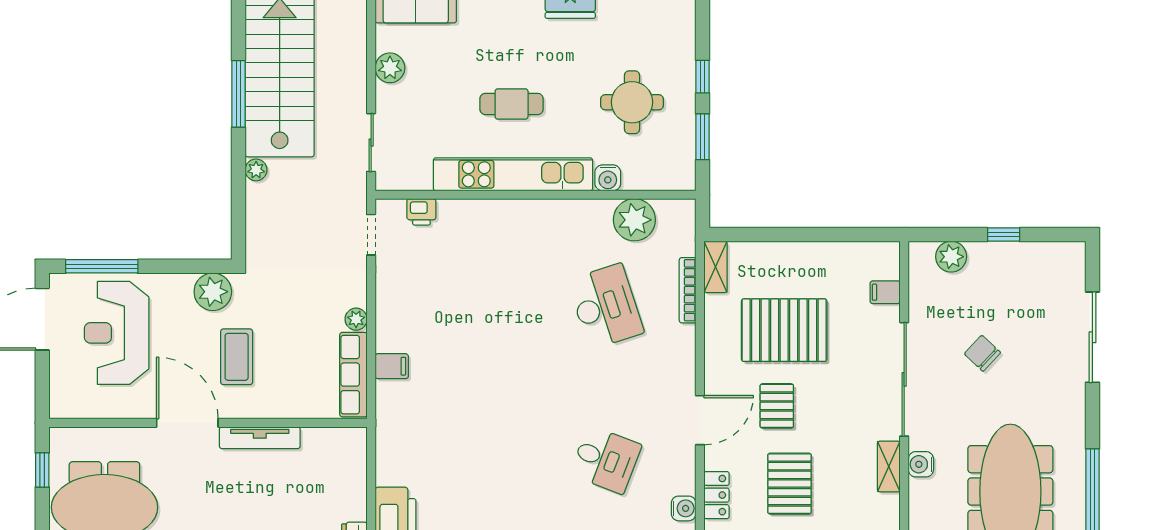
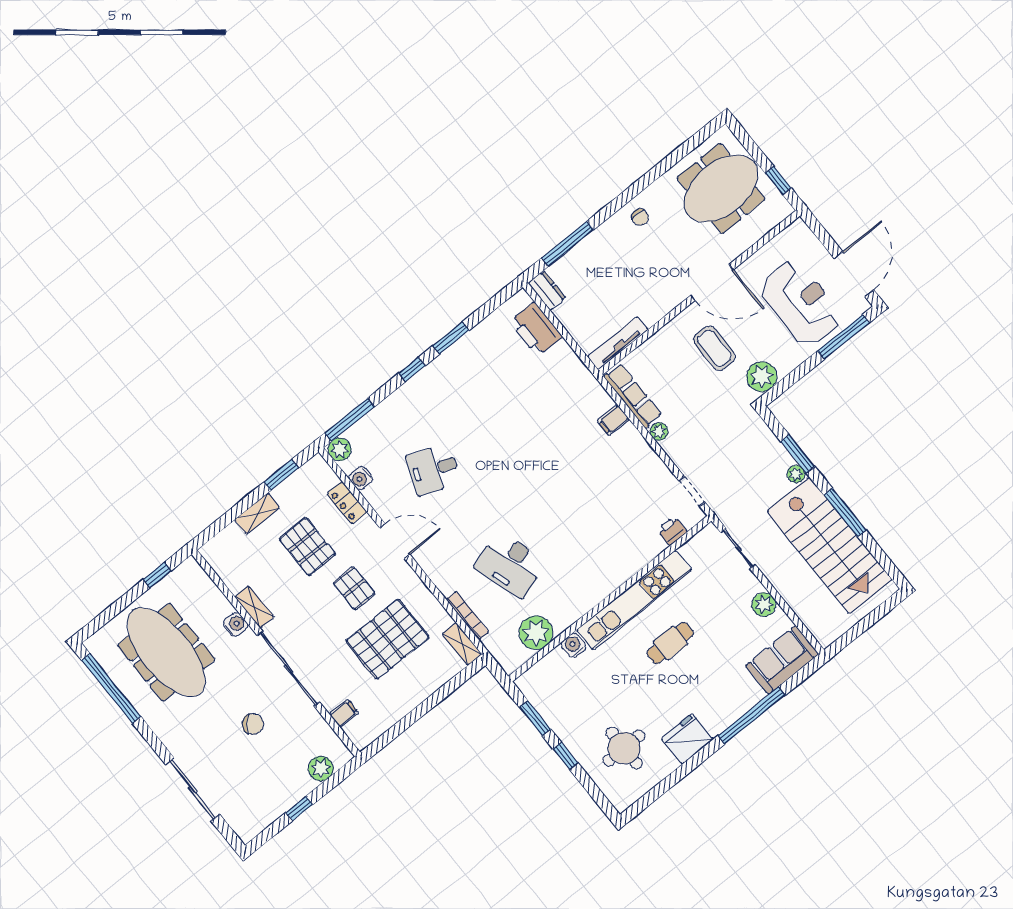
round table: (632, 102) -> (624, 748), moved
window: (238, 188) -> (798, 454), added
door: (700, 420) -> (395, 541), swing flipped
tv unit: (260, 438) -> (618, 343), moved

